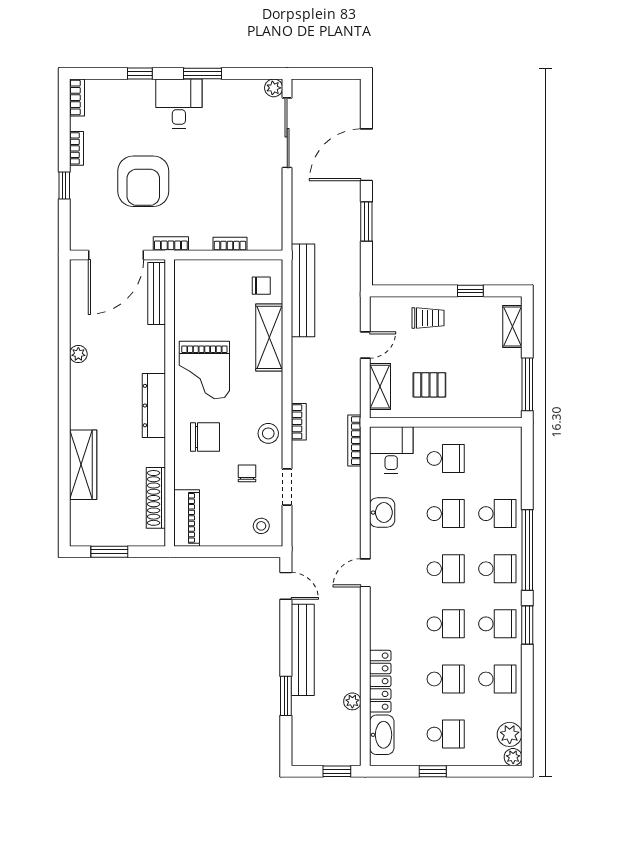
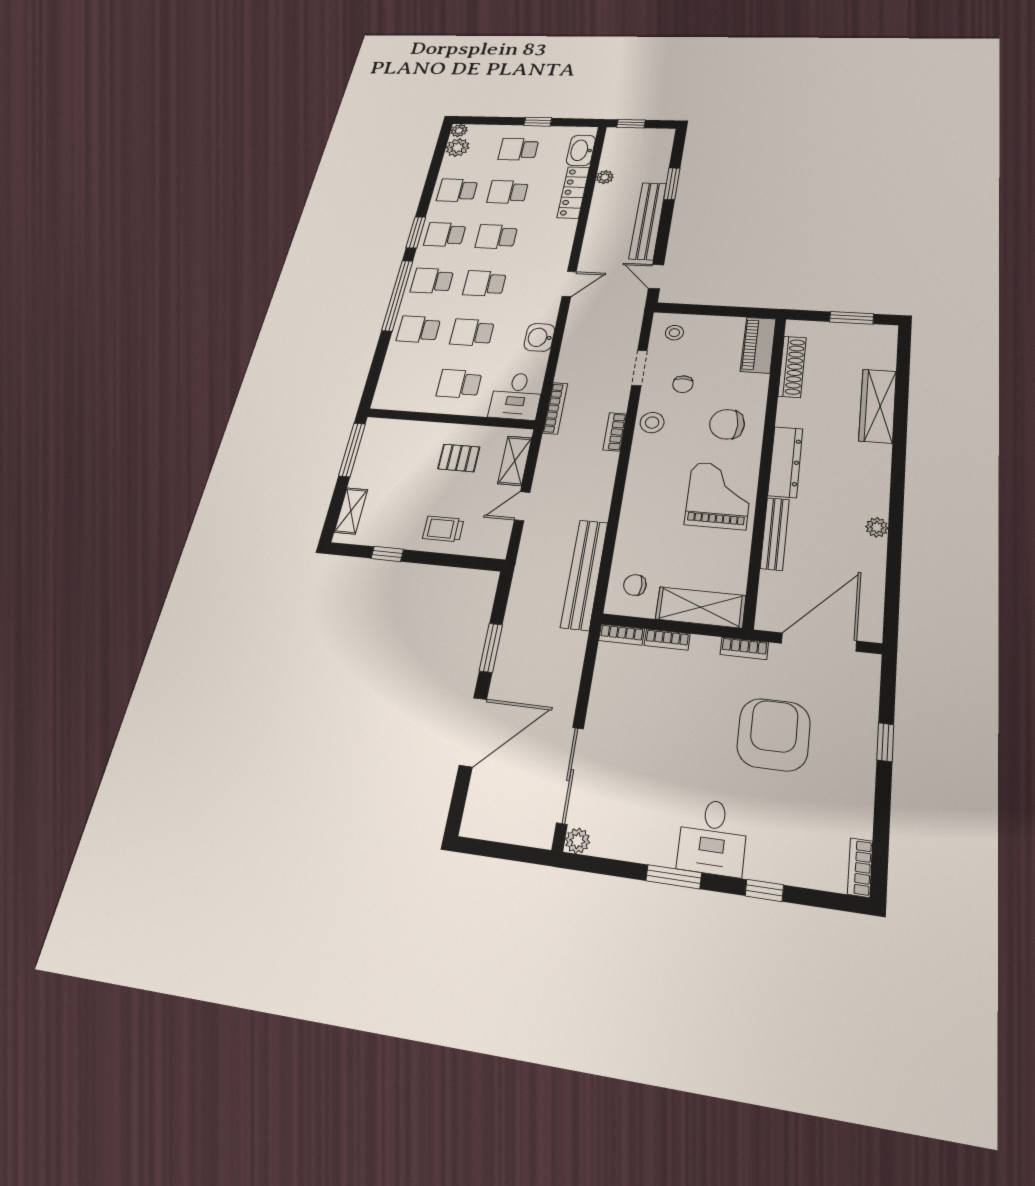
bookcase: (76, 148) -> (622, 635), moved, turned -90
bench: (157, 294) -> (775, 534), moved
shelving: (269, 337) -> (701, 607), moved, turned 90

